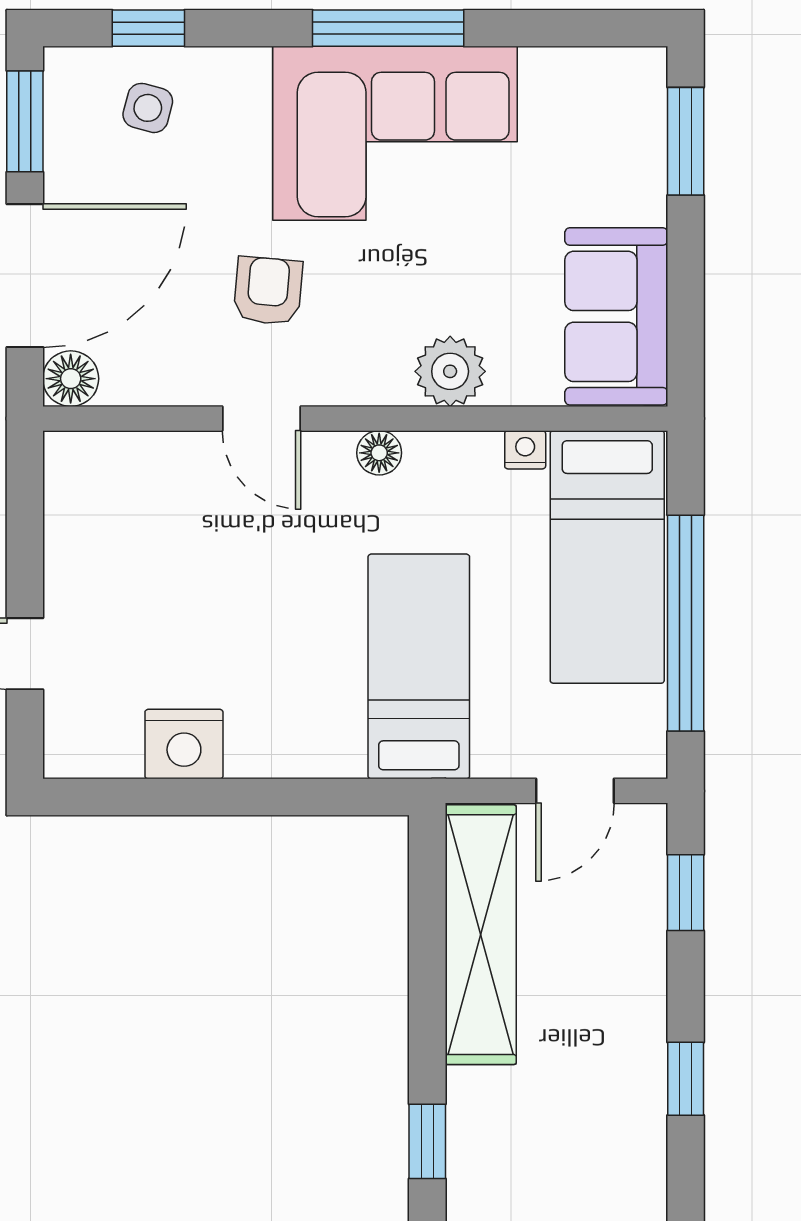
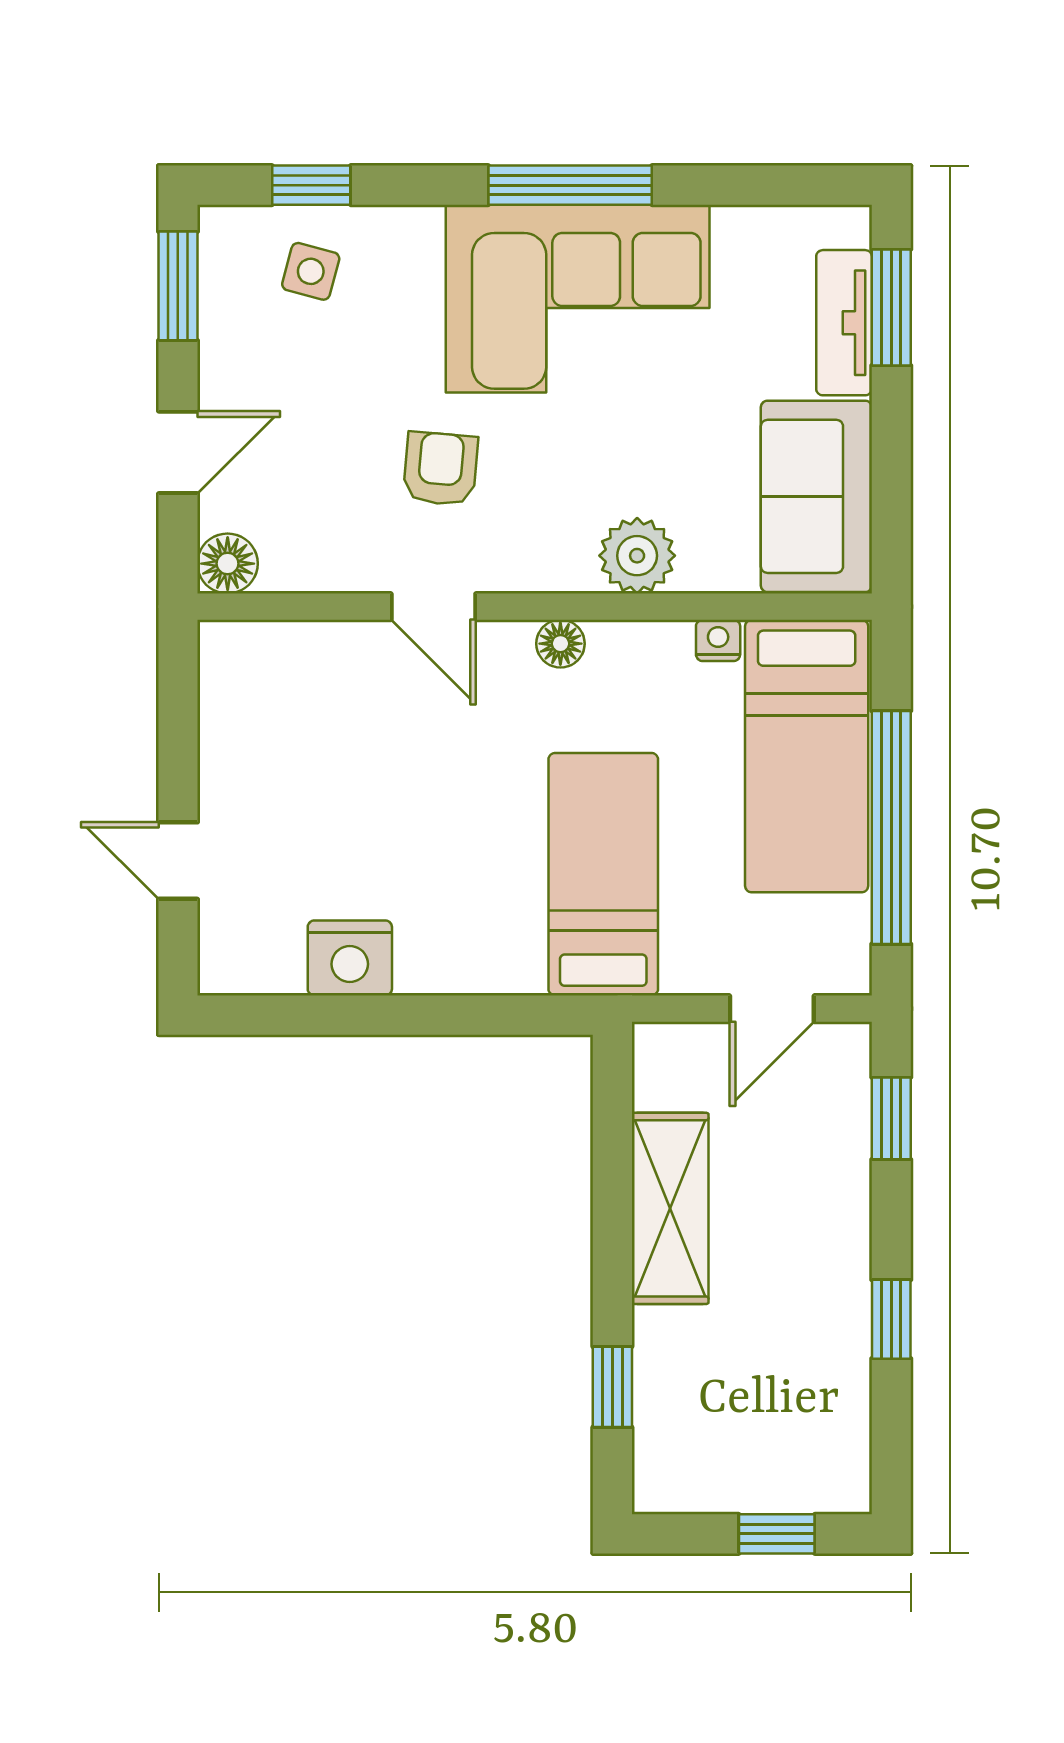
tv unit: (642, 155) -> (844, 323), added
door: (25, 276) -> (178, 452), width x0.53
shelving: (481, 935) -> (670, 1208), width x0.68

